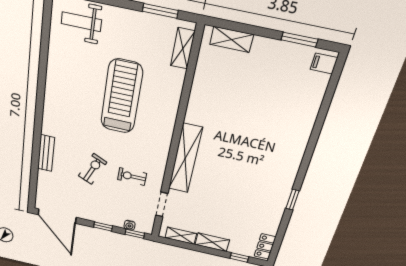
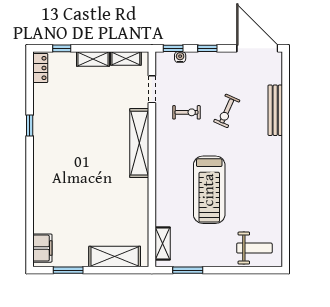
shelving: (232, 39) -> (115, 257), width x1.50, depth x1.33
filing cabinet: (324, 64) -> (42, 248), width x2.00
bench: (46, 153) -> (275, 110), width x1.36

